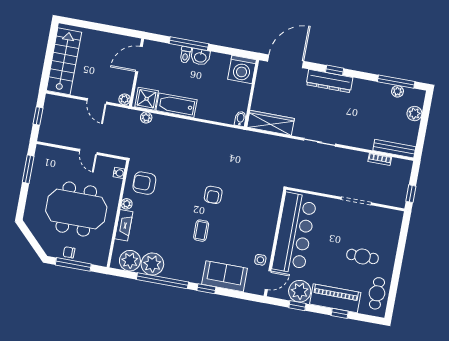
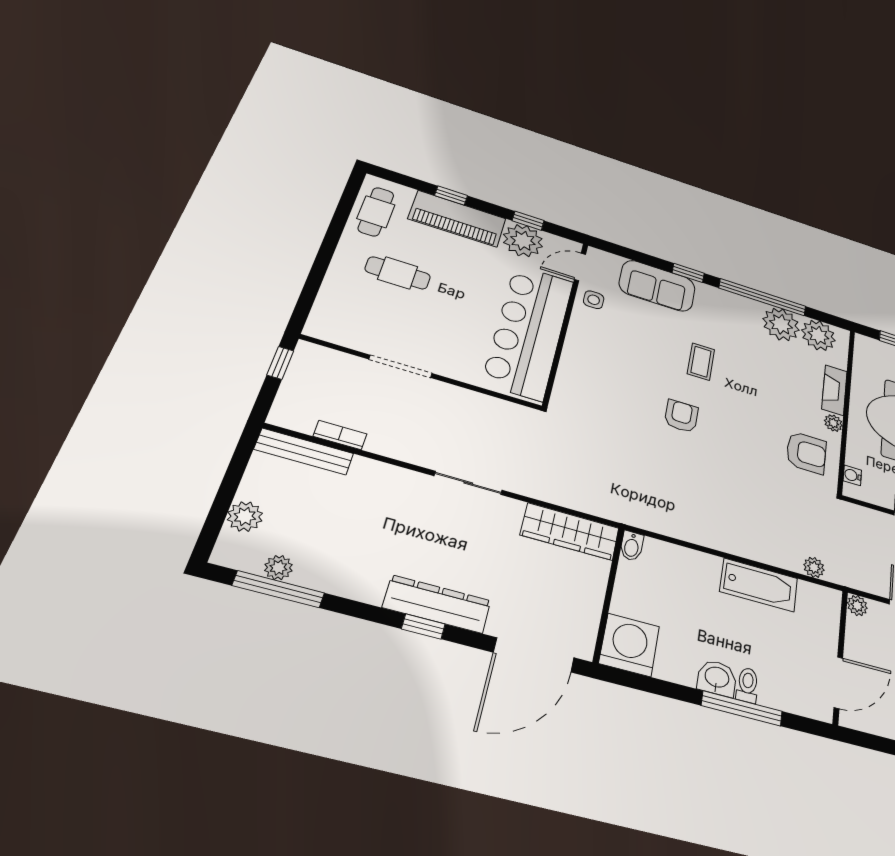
shower: (147, 99) -> (816, 603), removed

